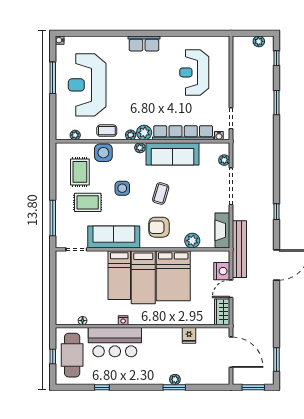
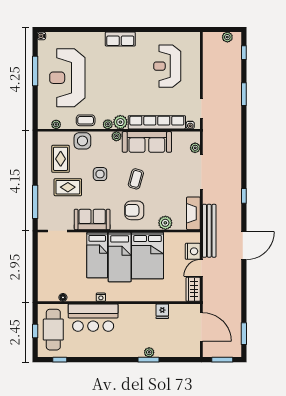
sofa: (114, 237) -> (92, 219), width x0.73
window: (102, 387) -> (60, 360), moved

